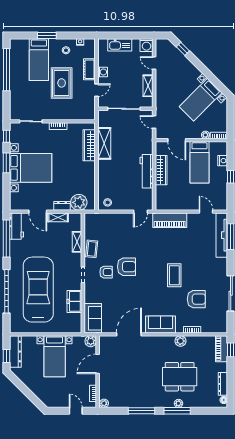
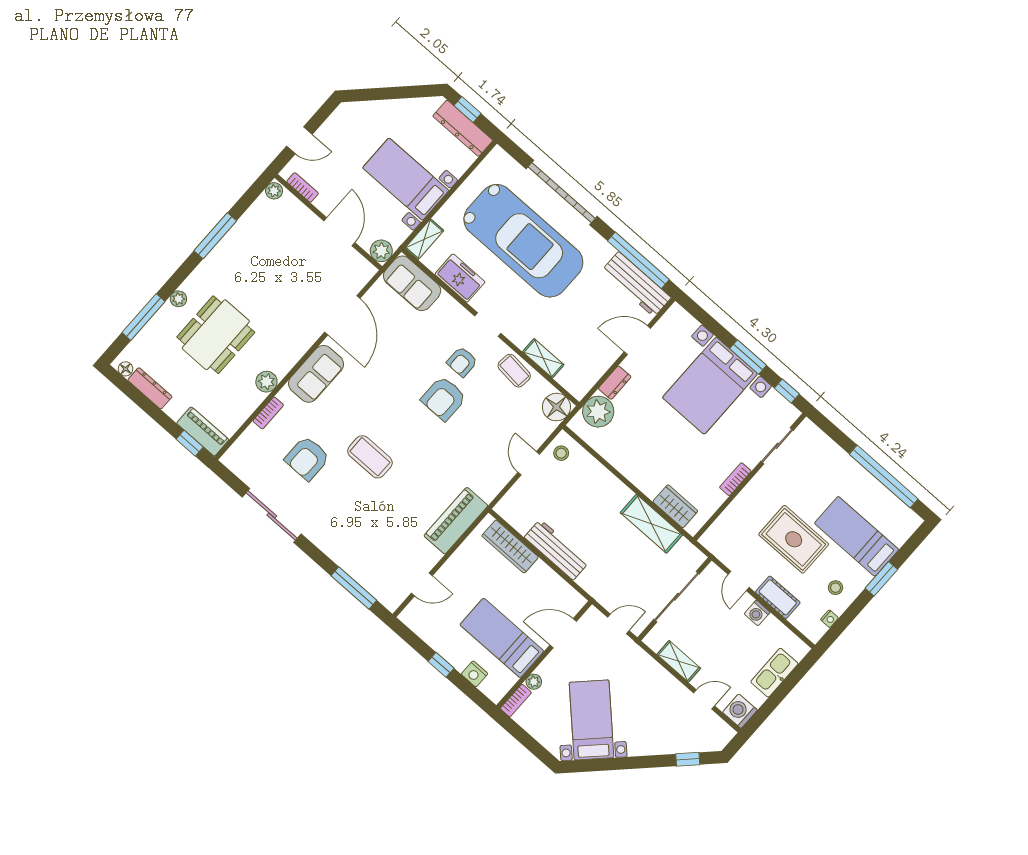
wardrobe: (89, 145) -> (675, 506), width x0.67
wardrobe: (161, 170) -> (510, 546), moved
door: (141, 212) -> (529, 463), moved
shelving: (58, 217) -> (424, 239), moved
floor lamp: (91, 220) -> (556, 407), added
workbench: (16, 226) -> (636, 284), width x1.38
tv unit: (222, 235) -> (368, 577), removed
window: (177, 411) -> (143, 317), moved

